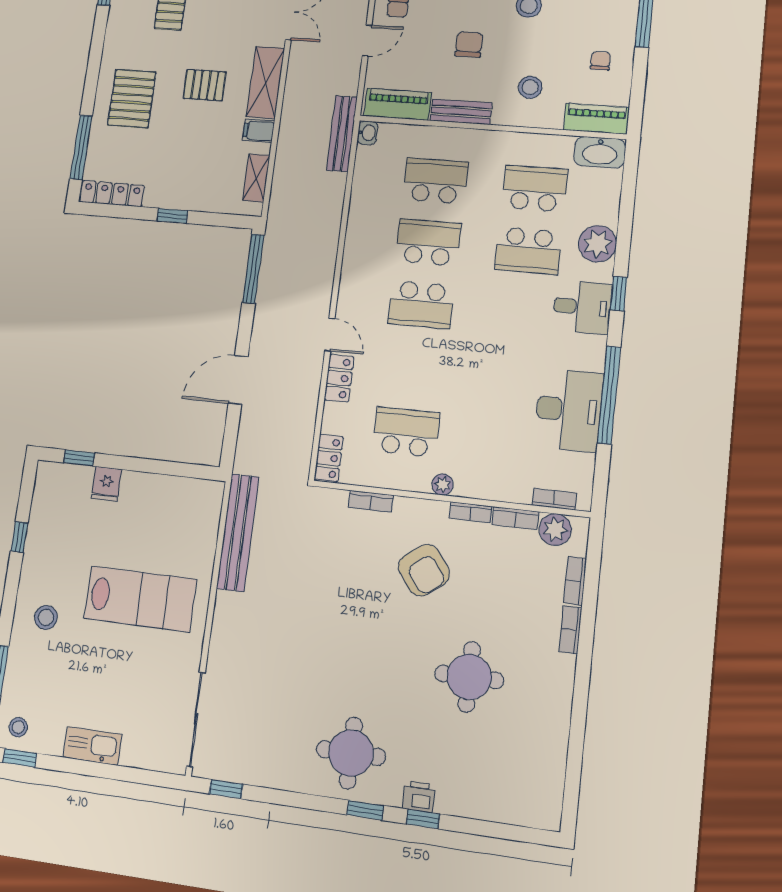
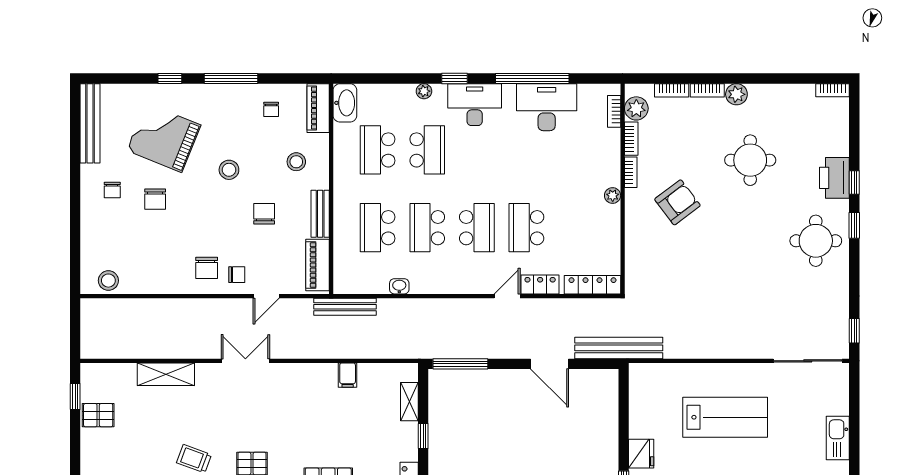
door: (367, 41) -> (266, 296), swing flipped
chair: (469, 44) -> (264, 214), turned 90
chair: (600, 61) -> (271, 109), turned -90
shelving: (265, 82) -> (307, 375), removed
pallet: (205, 85) -> (312, 425), removed
washbasin: (367, 133) -> (399, 286), moved
shelving: (256, 178) -> (409, 402), moved, turned 90
plant: (597, 244) -> (424, 91), width x0.53, depth x0.53
desk: (582, 307) -> (475, 105), width x1.37
school desk: (406, 432) -> (526, 228), moved
locker: (329, 458) -> (592, 285), width x1.53
fridge: (106, 484) -> (641, 454), width x1.38
bookcase: (371, 501) -> (833, 90), moved, turned 90
bench: (238, 532) -> (619, 348), moved
lab bench: (140, 599) -> (725, 417), turned 90
plant: (561, 670) -> (736, 94), added
printer: (419, 797) -> (834, 178), width x1.87, depth x1.48

